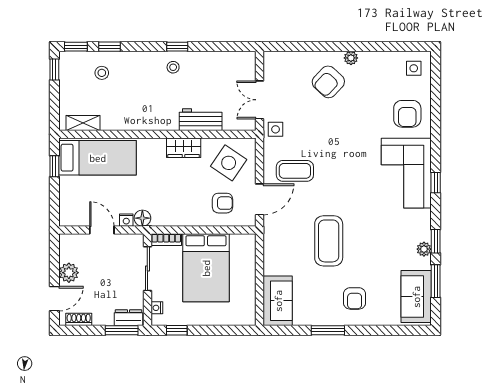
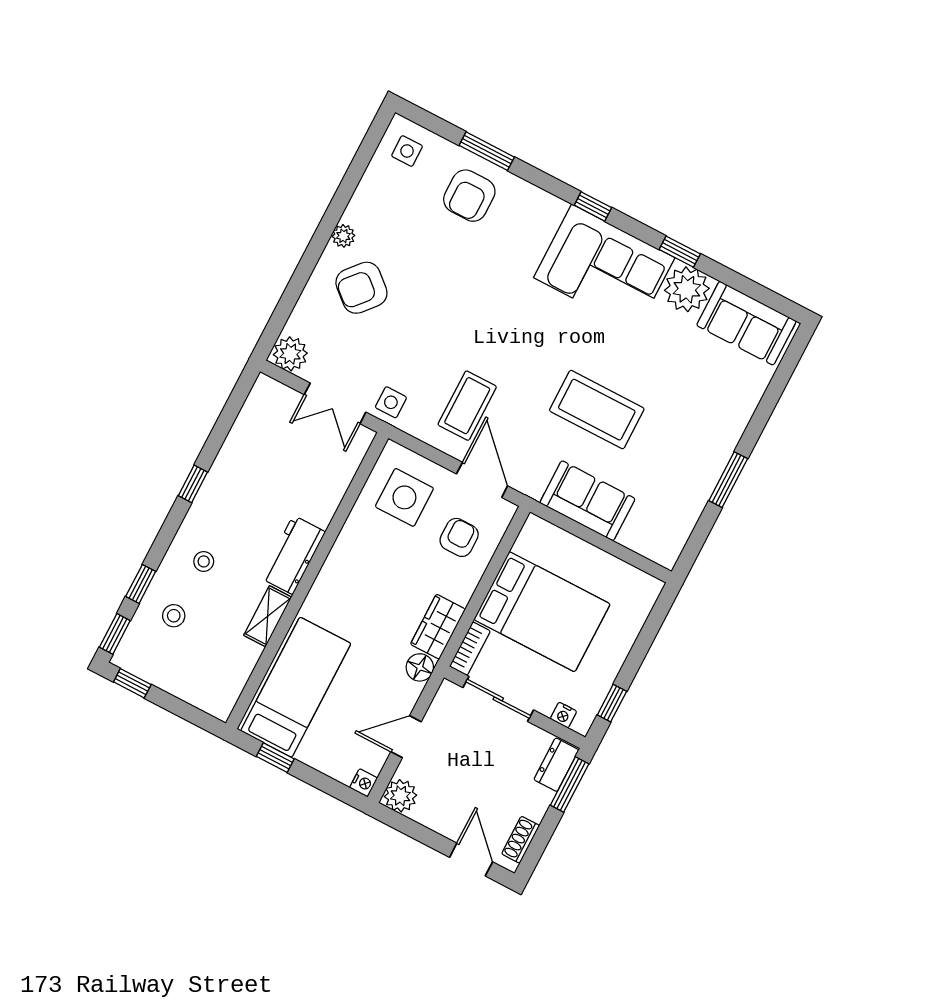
plant: (273, 62) -> (290, 354), added
stool: (173, 67) -> (204, 561), moved
armchair: (328, 82) -> (361, 288), turned 88
armchair: (407, 114) -> (469, 196), turned 90
workbench: (201, 120) -> (293, 555), moved
shelving: (83, 123) -> (268, 616), moved
wardrobe: (184, 148) -> (438, 627), moved, turned 180
side table: (229, 163) -> (404, 497), turned -34
corner sofa: (406, 173) -> (604, 268), moved
nightstand: (126, 220) -> (364, 783), moved
plant: (424, 249) -> (687, 289), width x1.88, depth x1.88
plant: (69, 273) -> (400, 796), moved
window: (436, 281) -> (487, 151), moved
armchair: (355, 298) -> (702, 416), removed
sofa: (278, 301) -> (587, 501), moved

